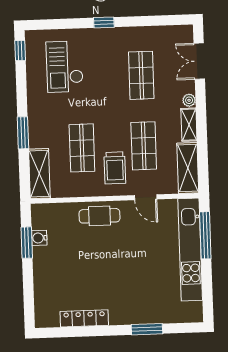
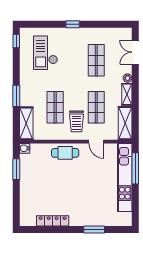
water cooler: (39, 238) -> (25, 148), moved

